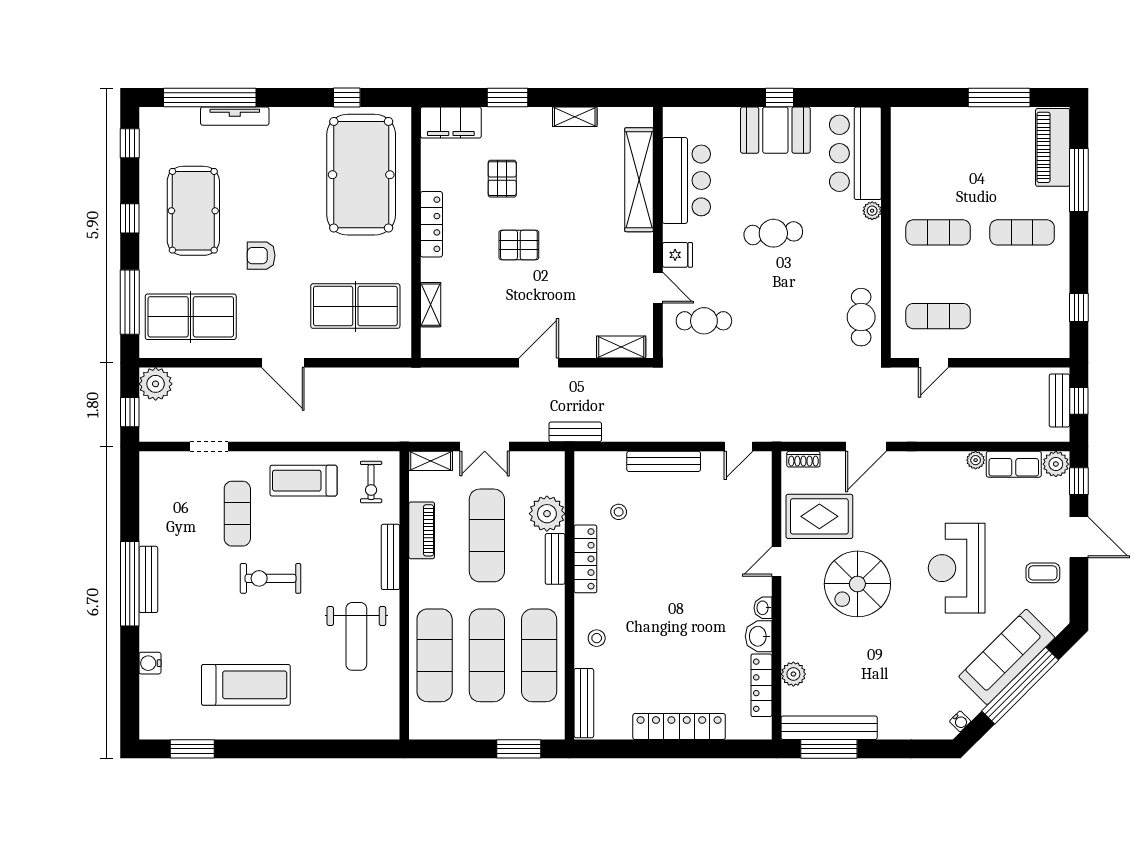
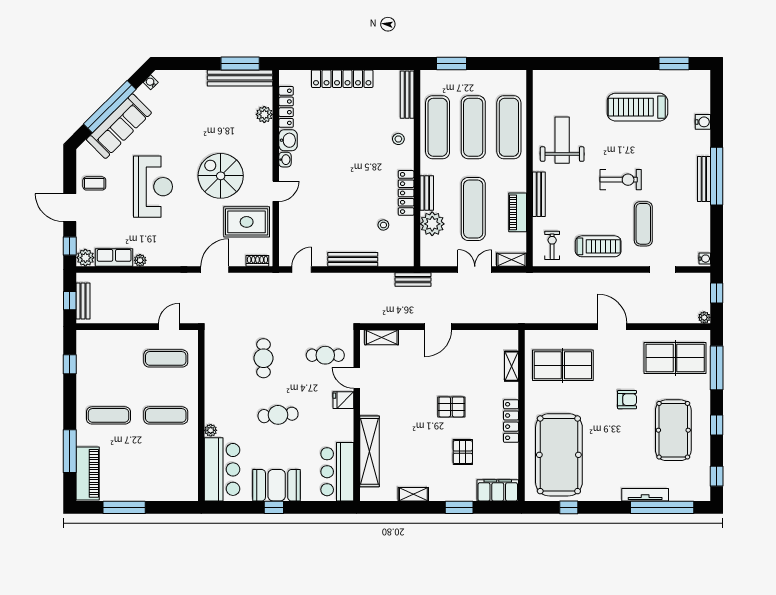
bar counter: (686, 180) -> (337, 472), moved
cafe table: (861, 317) -> (264, 358), moved
plant: (156, 384) -> (704, 317), width x0.53, depth x0.53
water cooler: (147, 463) -> (705, 259), added
spiral stairs: (857, 584) -> (221, 176), turned -90

